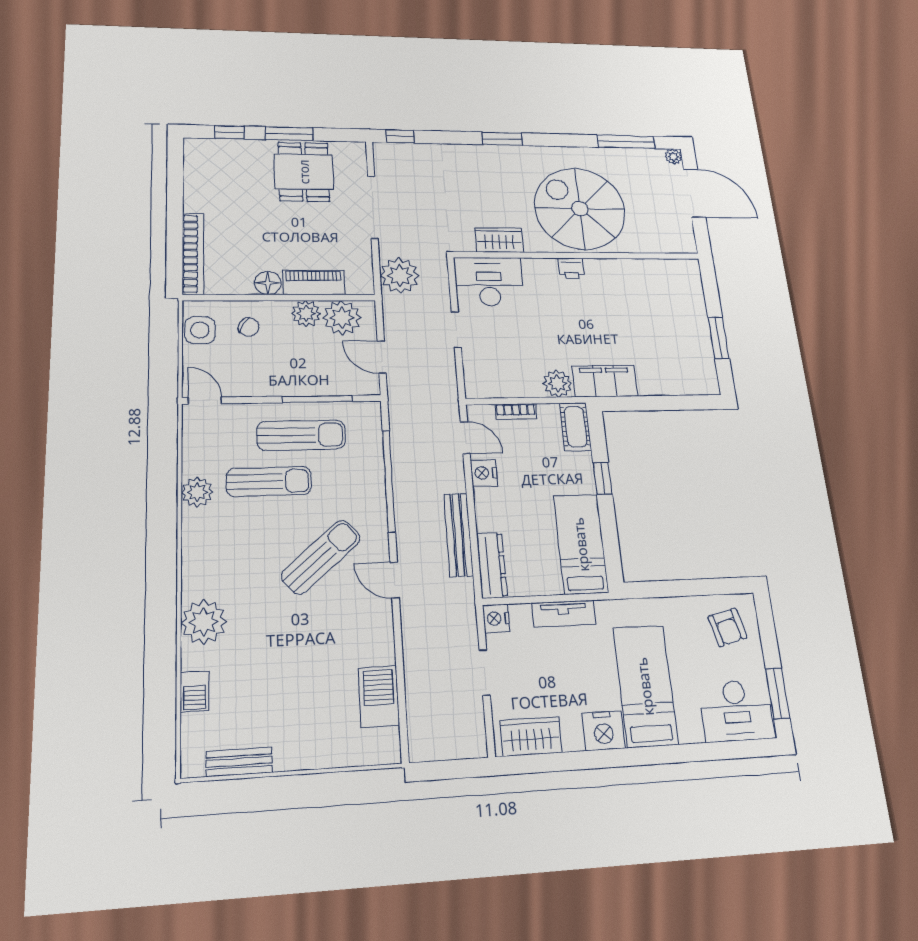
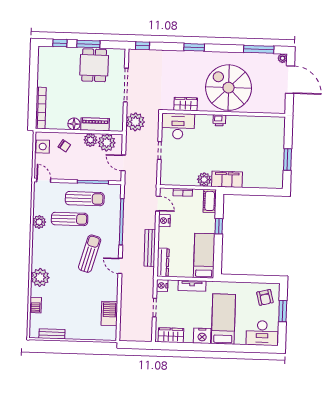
sun lounger: (321, 557) -> (90, 254), turned -33
window: (778, 693) -> (283, 311), moved

